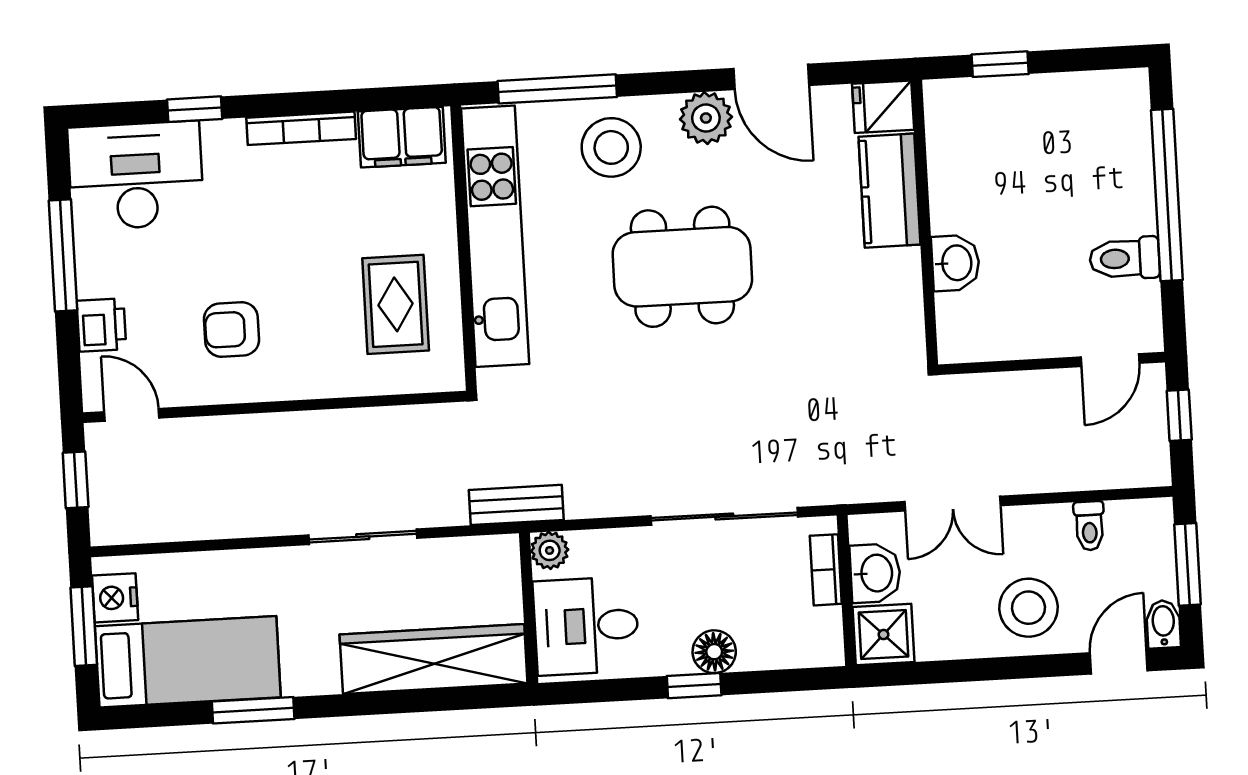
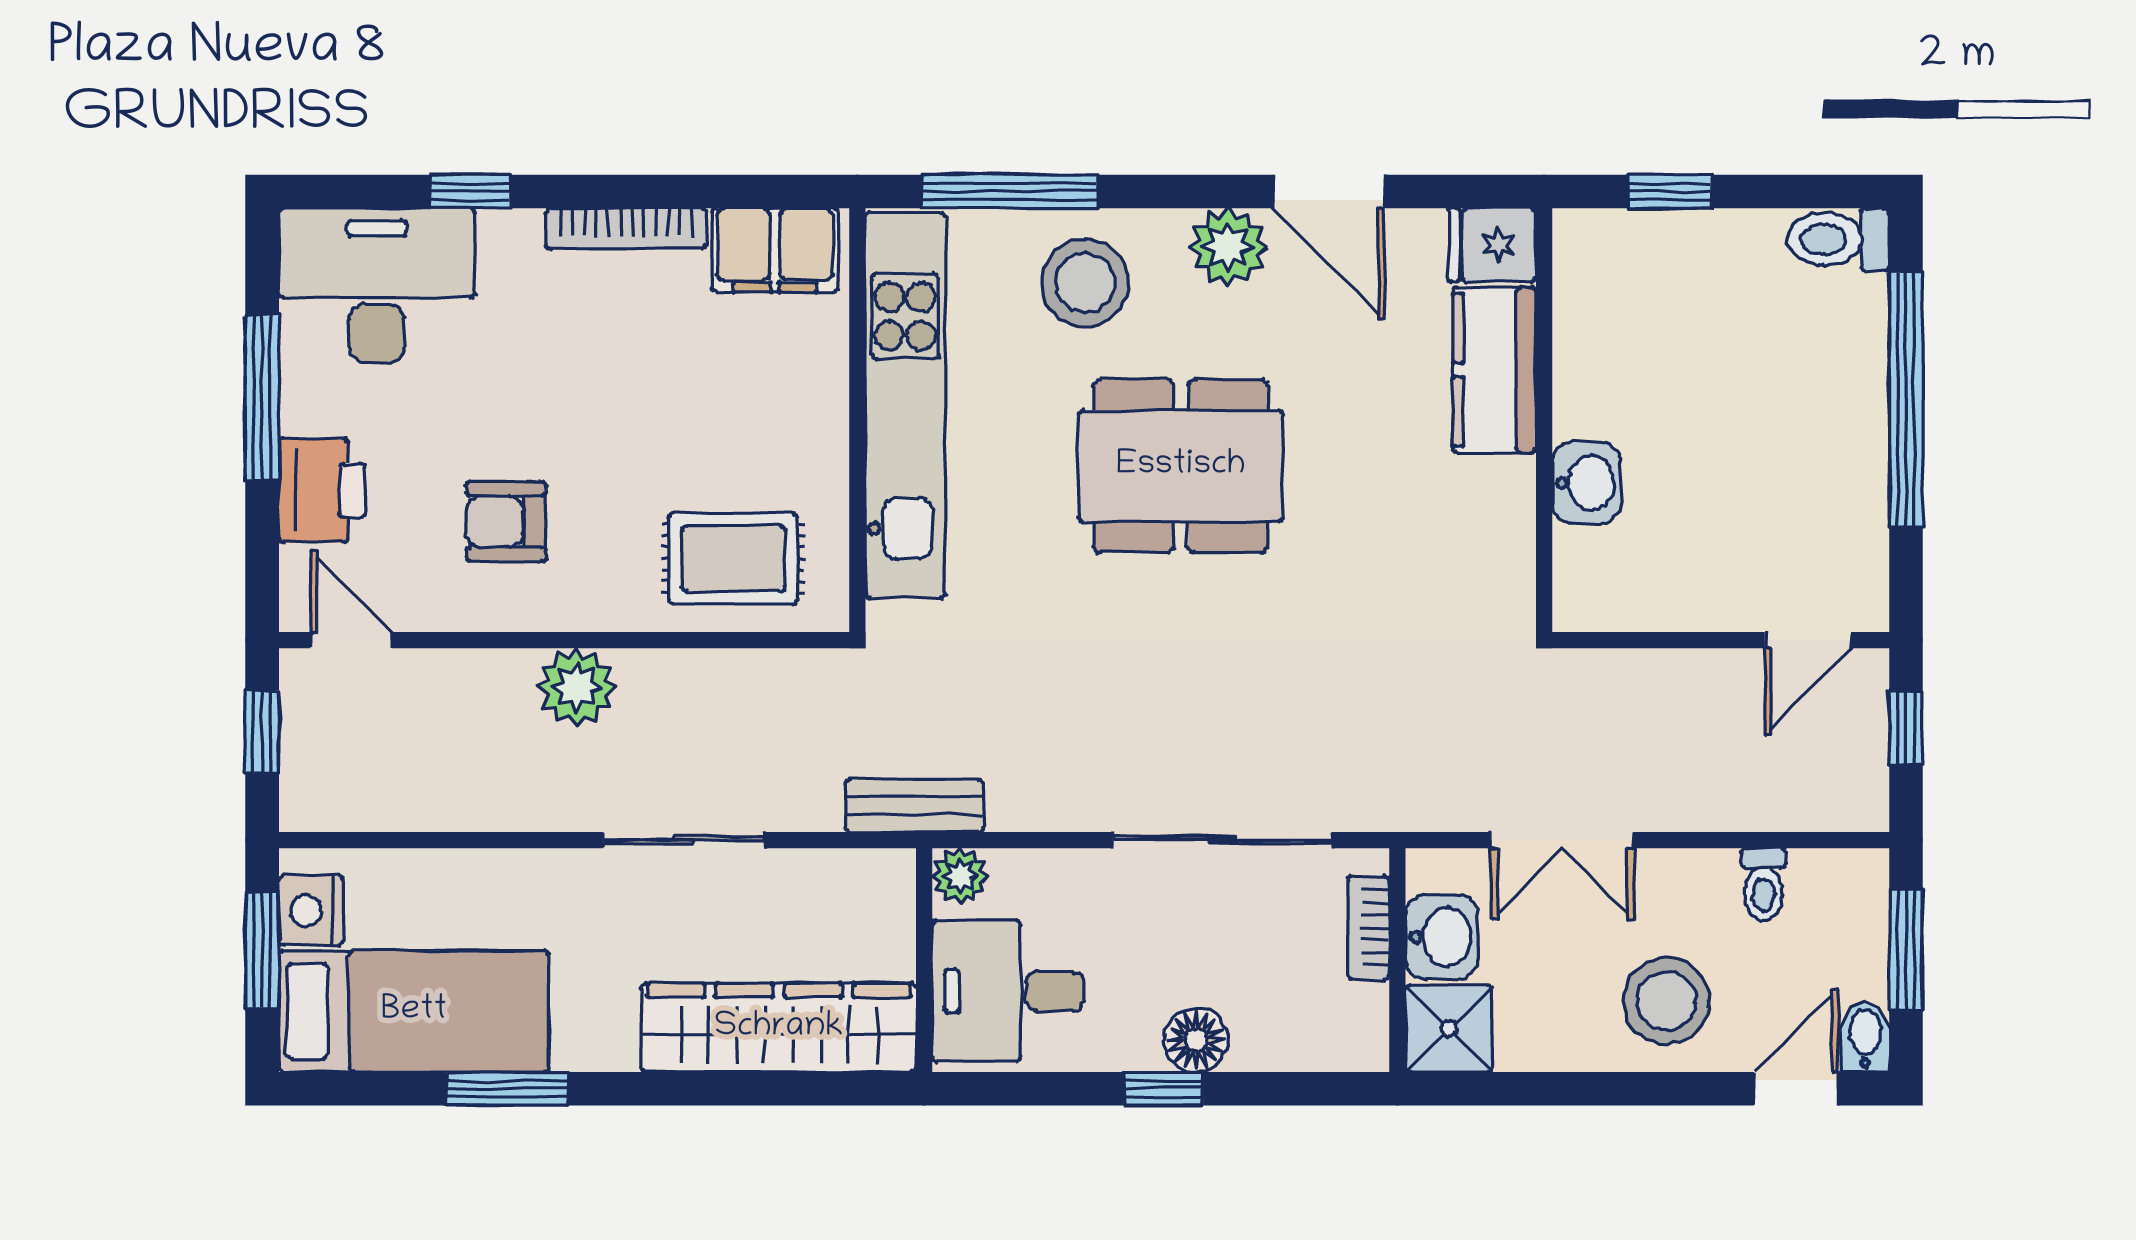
toilet: (1125, 258) -> (1838, 239), moved
rug: (396, 304) -> (733, 559), moved, turned 90
printer: (102, 325) -> (322, 490), width x1.36, depth x1.24
plant: (285, 438) -> (576, 687), added

